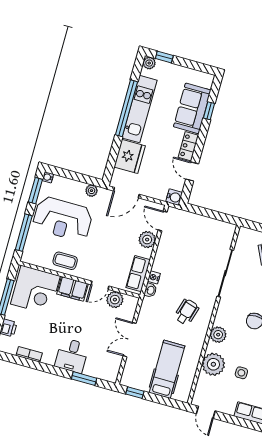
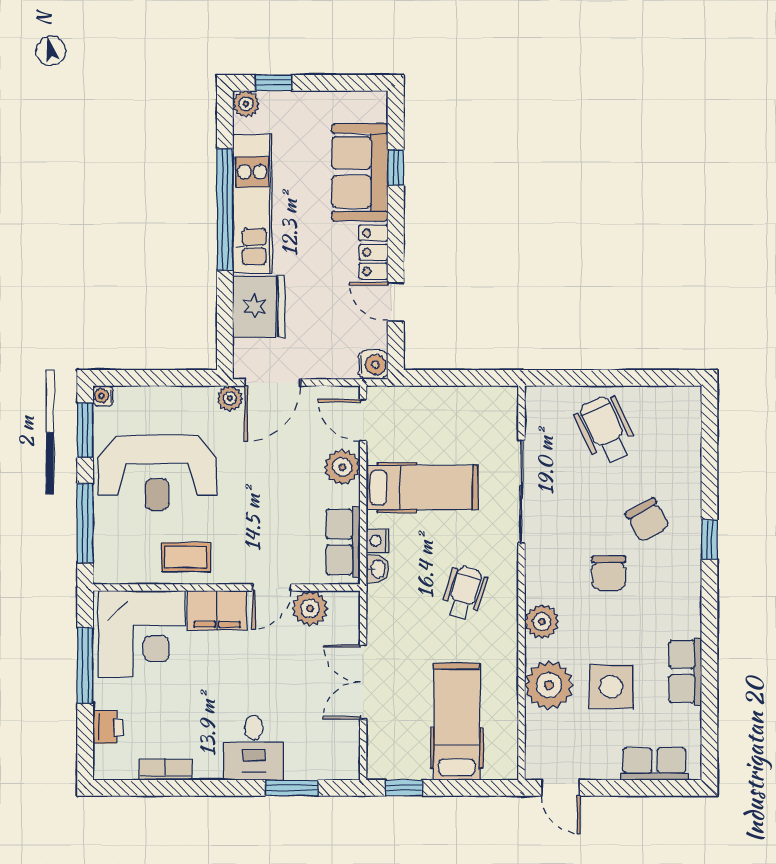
plant: (91, 191) -> (230, 398), moved
hospital bed: (181, 259) -> (422, 488), added
side table: (241, 373) -> (611, 687), width x1.87, depth x1.87

